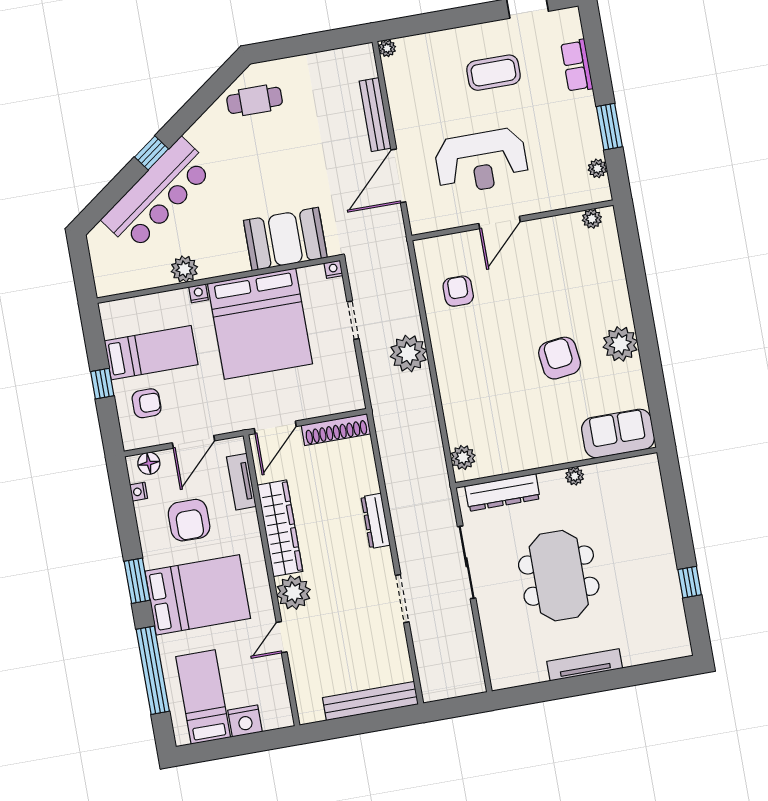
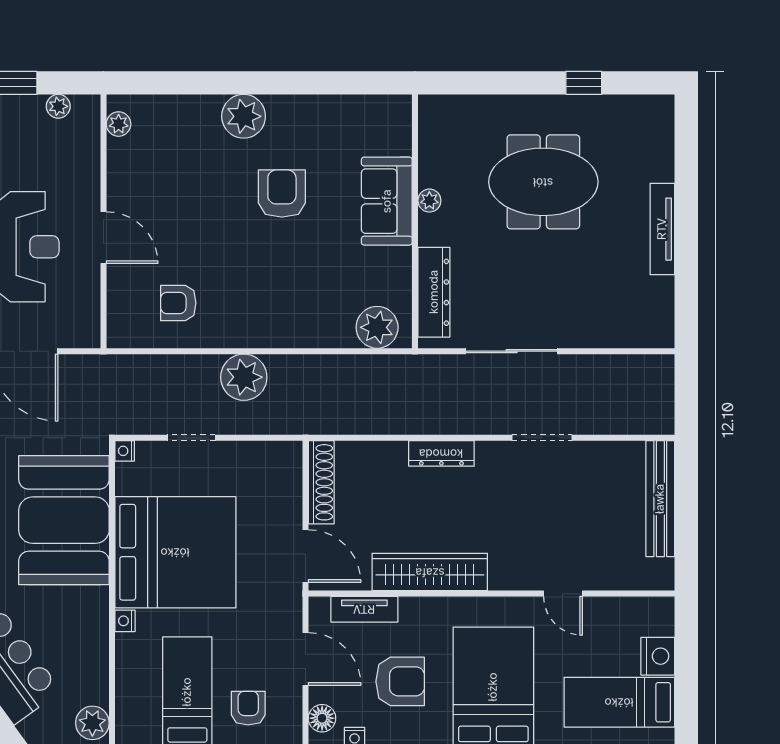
booth: (285, 239) -> (64, 520), width x1.36, depth x1.42
plant: (184, 269) -> (92, 723), moved
plant: (620, 344) -> (244, 116), moved
armchair: (560, 358) -> (282, 194), turned 97
sofa: (618, 434) -> (387, 201), moved
plant: (463, 457) -> (377, 327), width x1.36, depth x1.36
meeting table: (559, 576) -> (543, 182), moved
plant: (293, 593) -> (511, 569), removed

